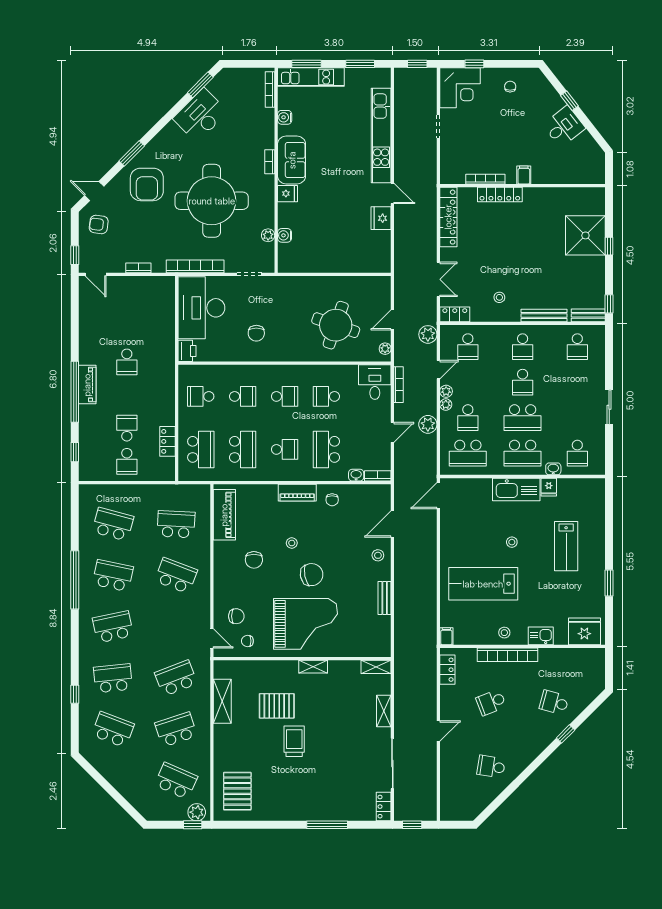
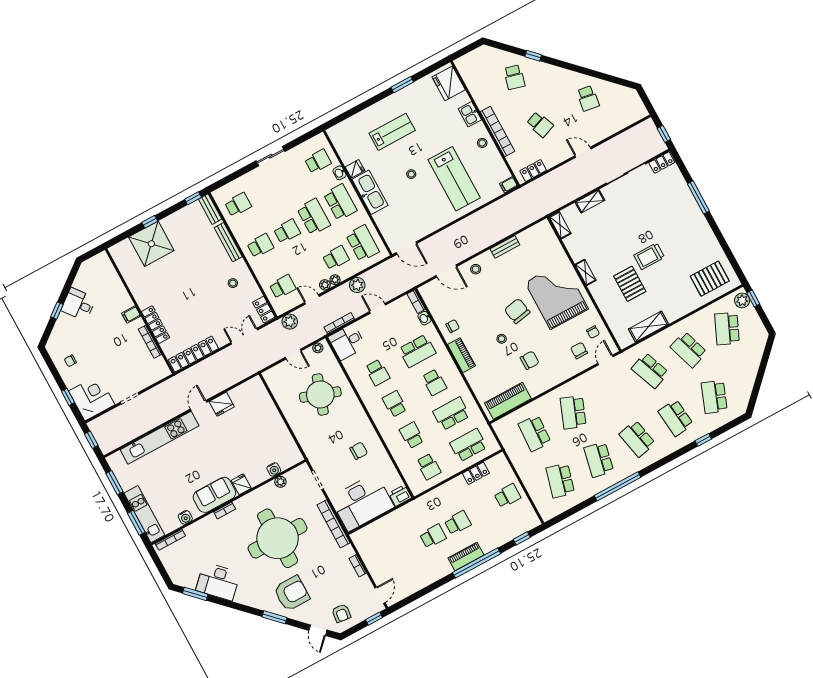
school desk: (127, 428) -> (458, 523), moved, turned 180
school desk: (285, 449) -> (434, 382), turned 180

